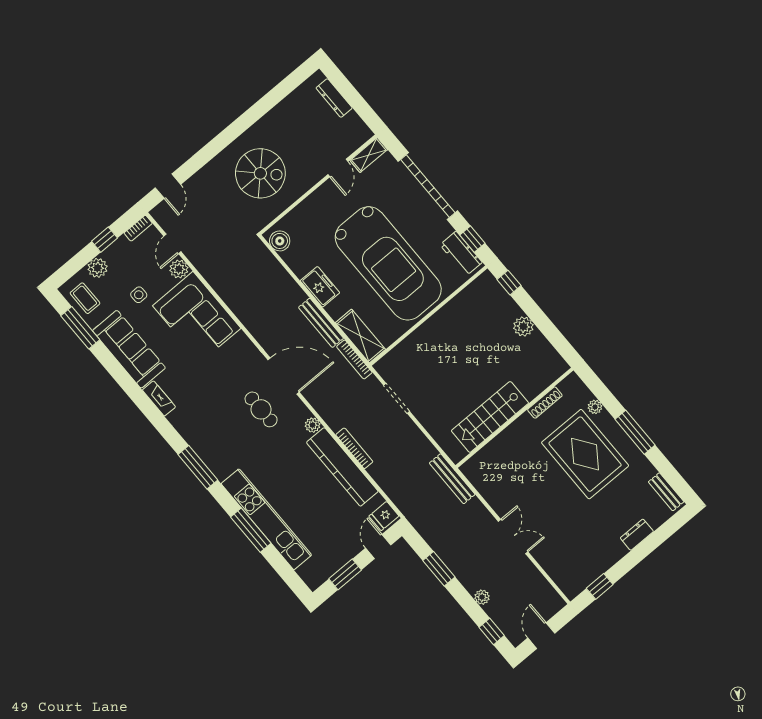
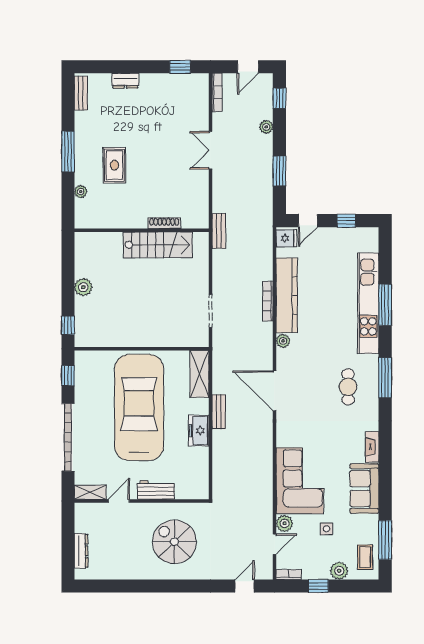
boiler: (280, 241) -> (200, 485), removed
workbench: (461, 253) -> (156, 490), moved, turned -90
bench: (321, 323) -> (219, 412), width x0.73
sofa: (129, 349) -> (364, 488), width x0.73
bookcase: (354, 359) -> (217, 92), moved
shoe rack: (545, 403) -> (164, 223), moved
cafe table: (261, 409) -> (348, 387), moved
rug: (585, 454) -> (114, 165), width x0.54, depth x0.49
bench: (452, 479) -> (219, 231), width x0.73
window: (345, 574) -> (346, 221), width x0.67

